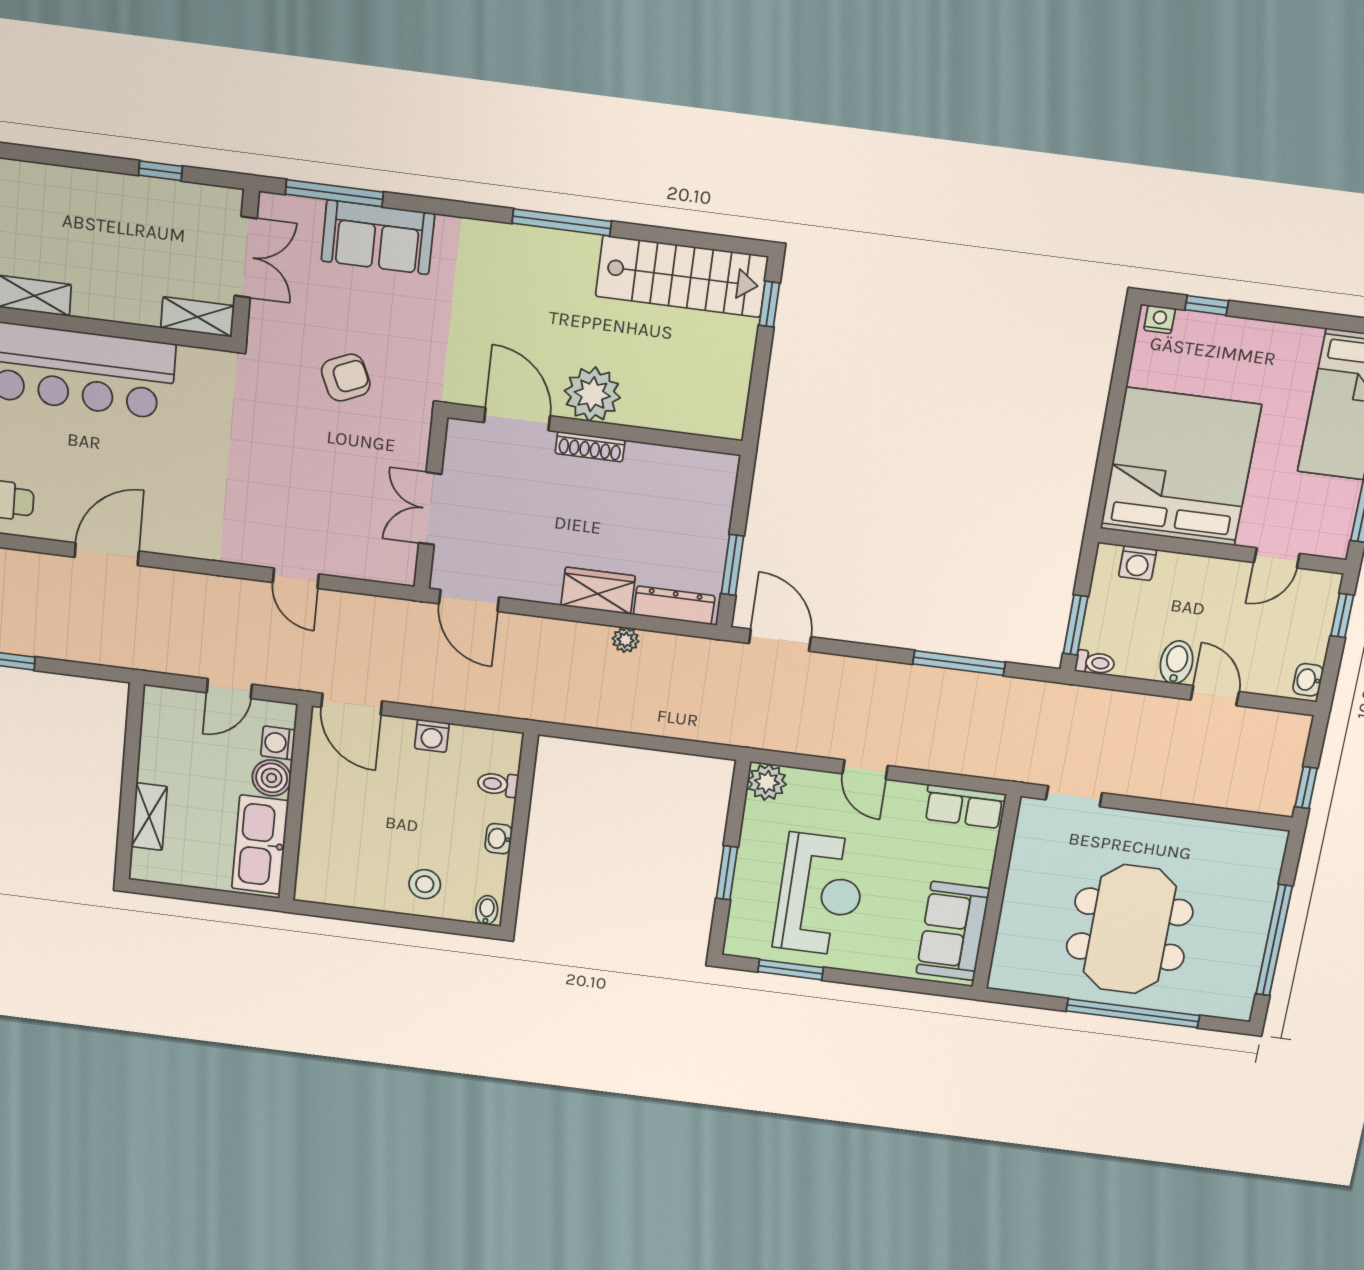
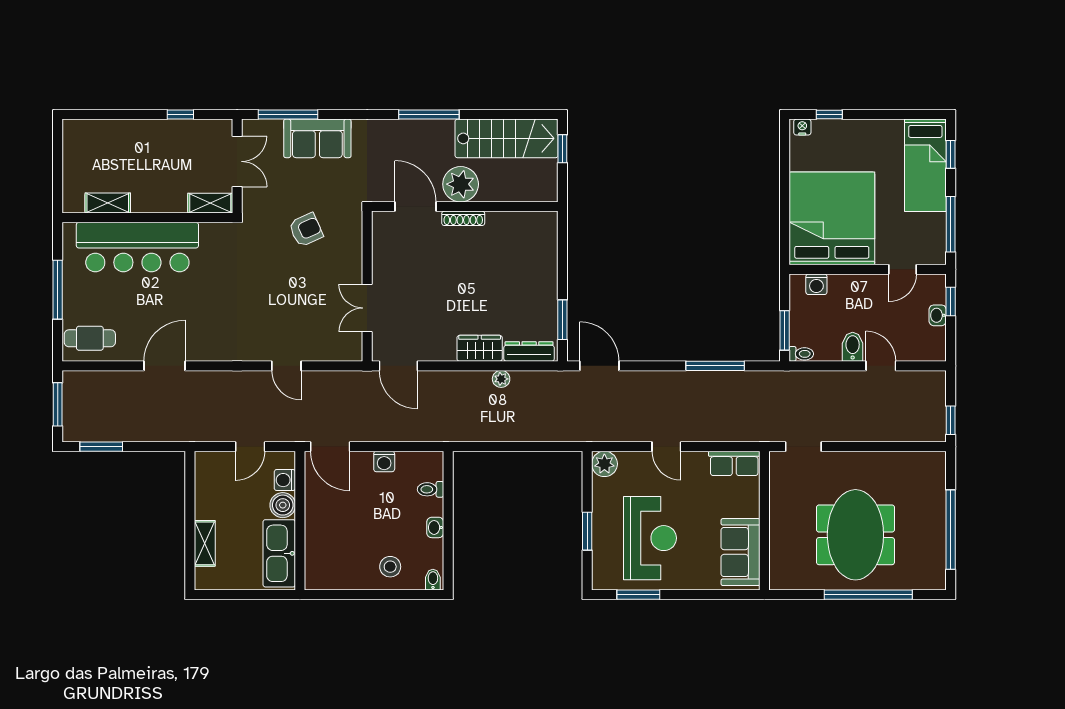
plant: (592, 394) -> (461, 184), moved
door: (517, 419) -> (416, 207), moved
wall: (595, 429) -> (465, 207), moved
shoe rack: (590, 447) -> (463, 218), moved
washbasin: (1308, 680) -> (938, 315), moved

